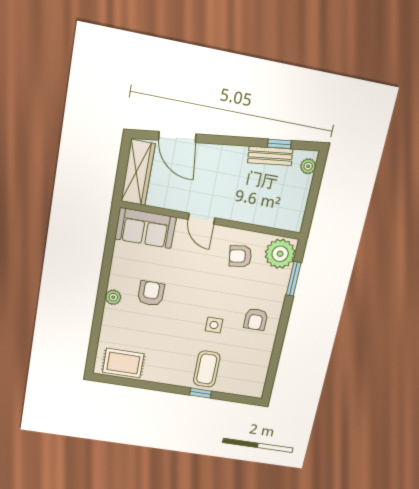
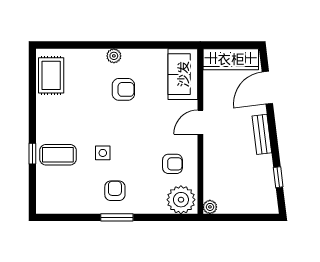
bench: (270, 156) -> (262, 134), moved
plant: (308, 166) -> (210, 207), moved
armchair: (240, 256) -> (172, 164), turned 98
window: (294, 279) -> (117, 217), moved
armchair: (256, 319) -> (115, 191), turned 90

